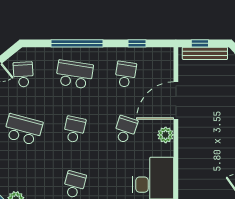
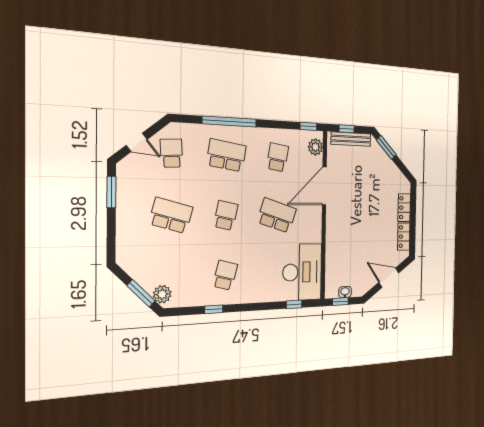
window: (137, 43) -> (308, 126), moved
school desk: (125, 130) -> (277, 215), width x1.85
plant: (166, 135) -> (315, 147), moved

